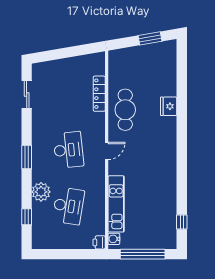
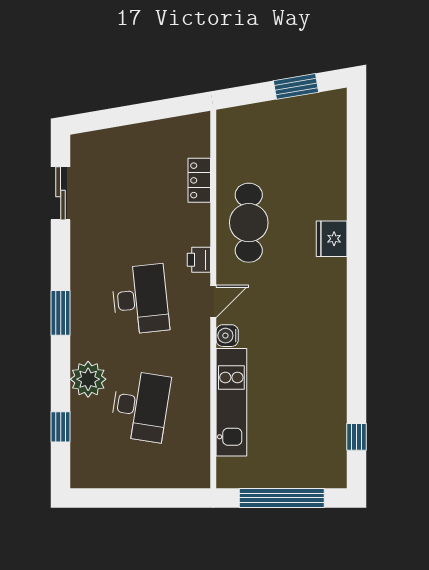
locker: (99, 94) -> (199, 180), width x0.66
fridge: (169, 106) -> (332, 239), moved
water cooler: (114, 239) -> (227, 336), moved
printer: (99, 242) -> (199, 260), moved

